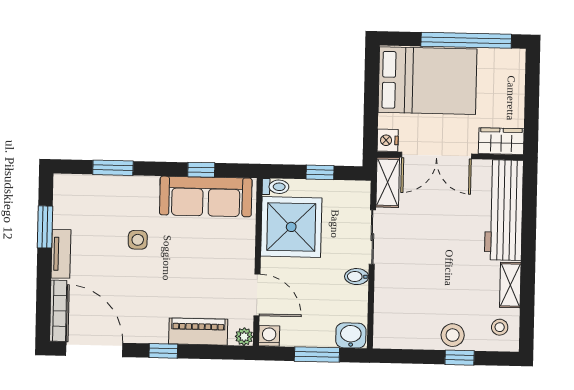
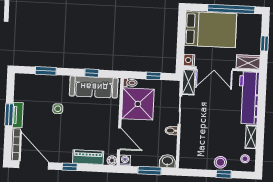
window: (532, 105) -> (264, 44), added
window: (45, 227) -> (9, 115), moved

